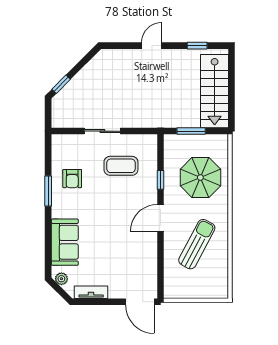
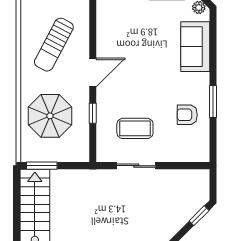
sliding door: (102, 131) -> (136, 166), moved
window: (191, 131) -> (42, 166), moved
armchair: (72, 179) -> (187, 115), turned -90

